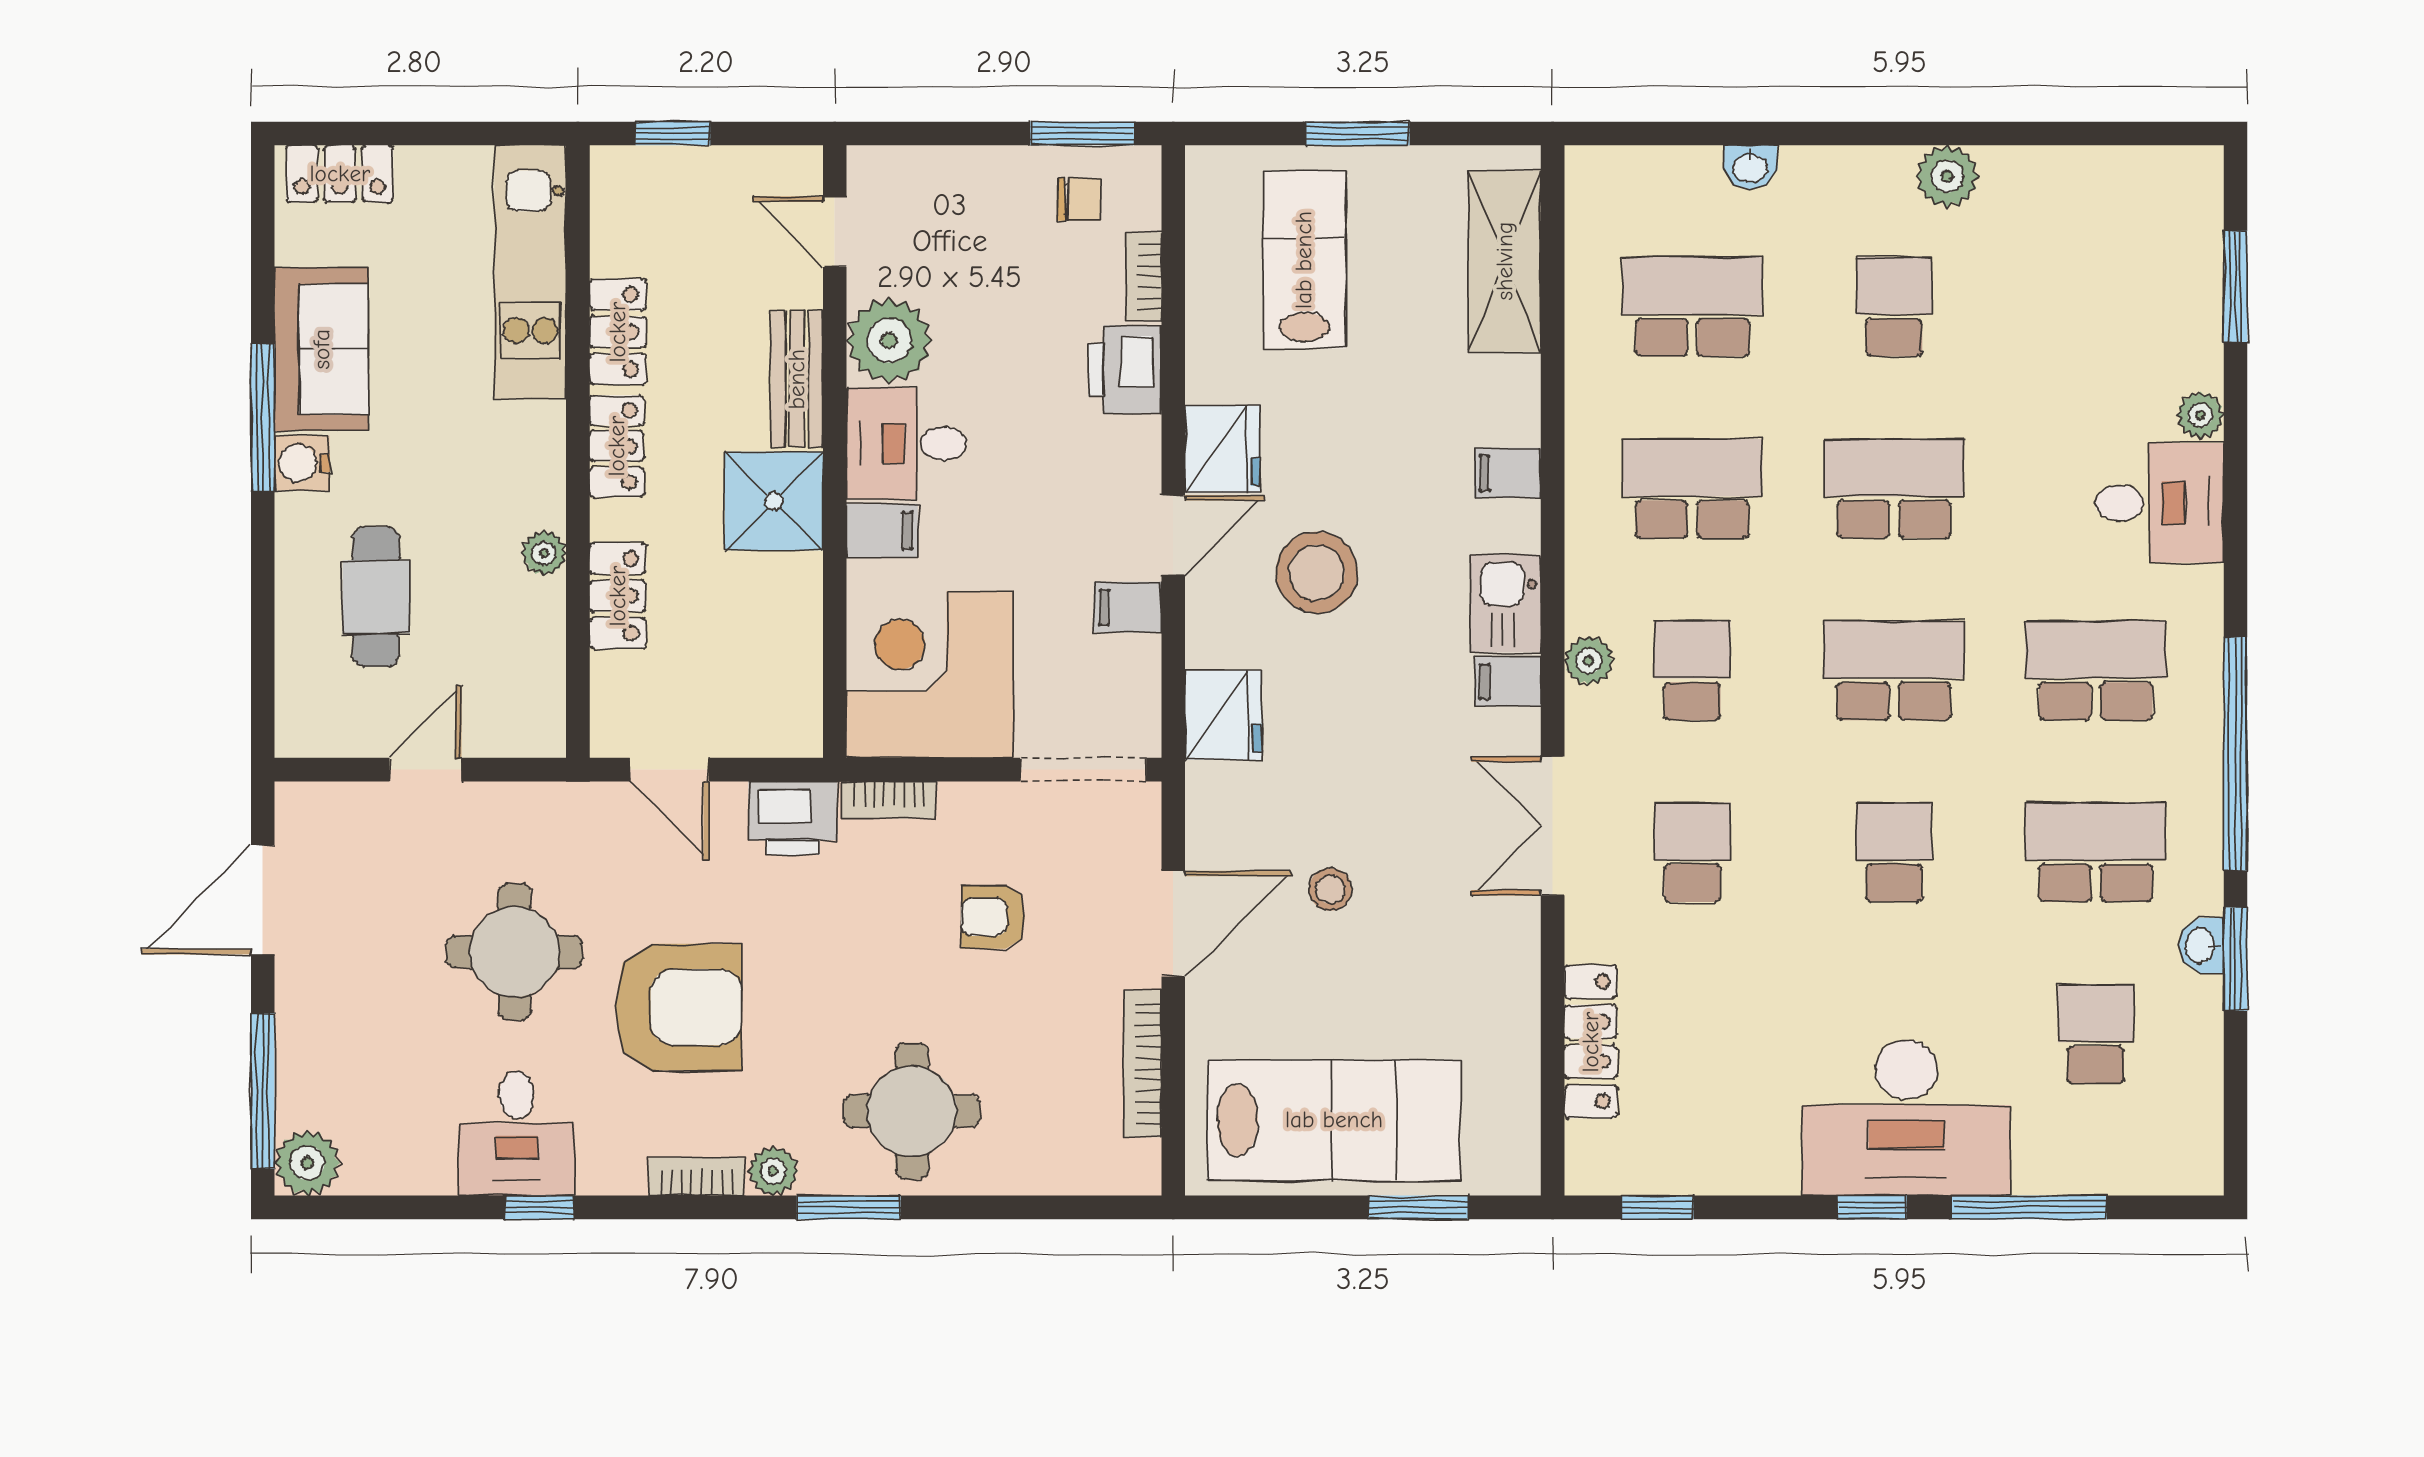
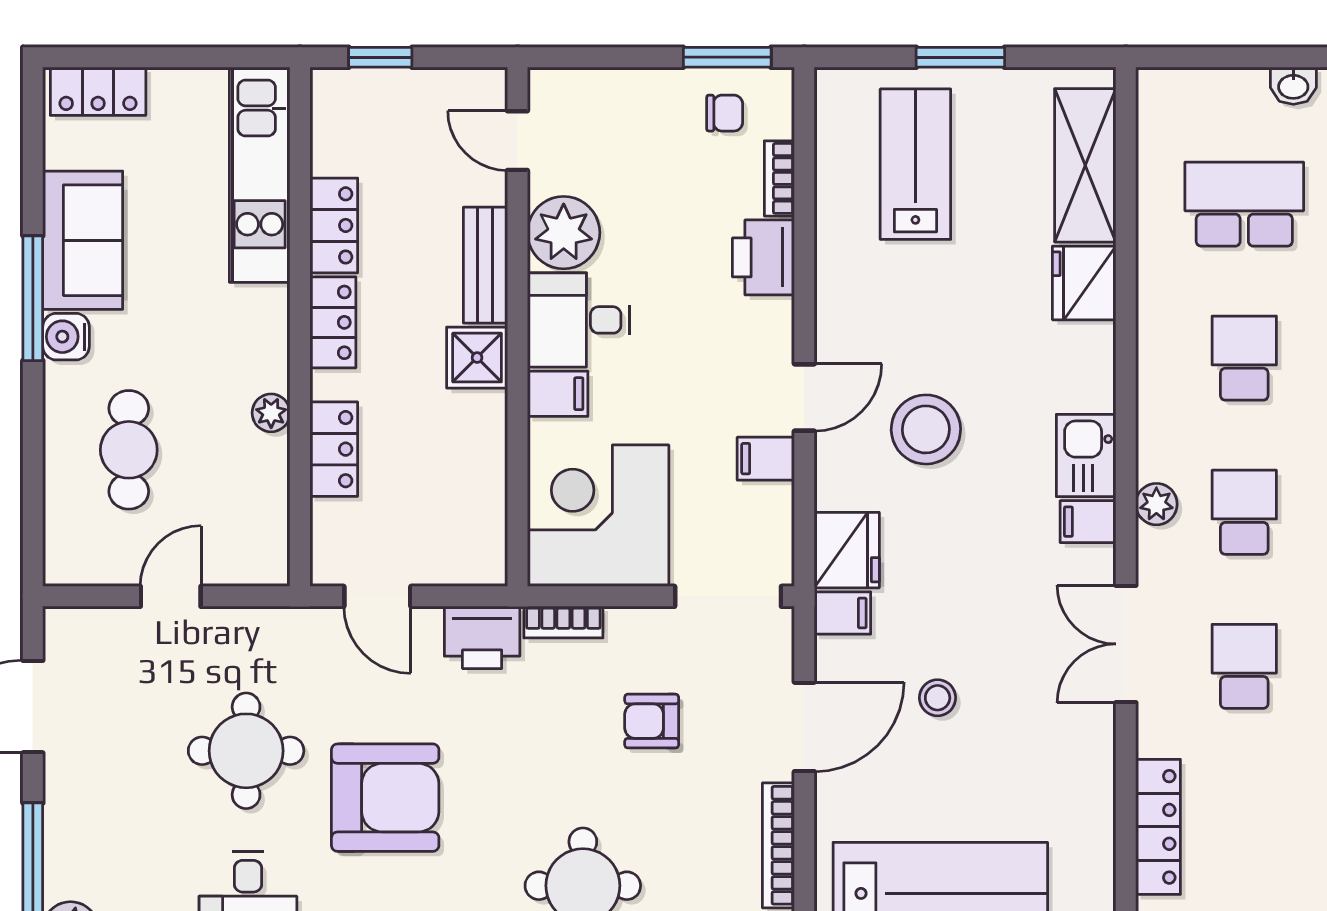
fridge: (1222, 449) -> (1084, 283), moved, turned 180
filing cabinet: (1508, 473) -> (842, 613), moved, turned 180
school desk: (1692, 489) -> (1244, 358), width x0.54
shower: (774, 501) -> (477, 358), width x0.73, depth x0.73

